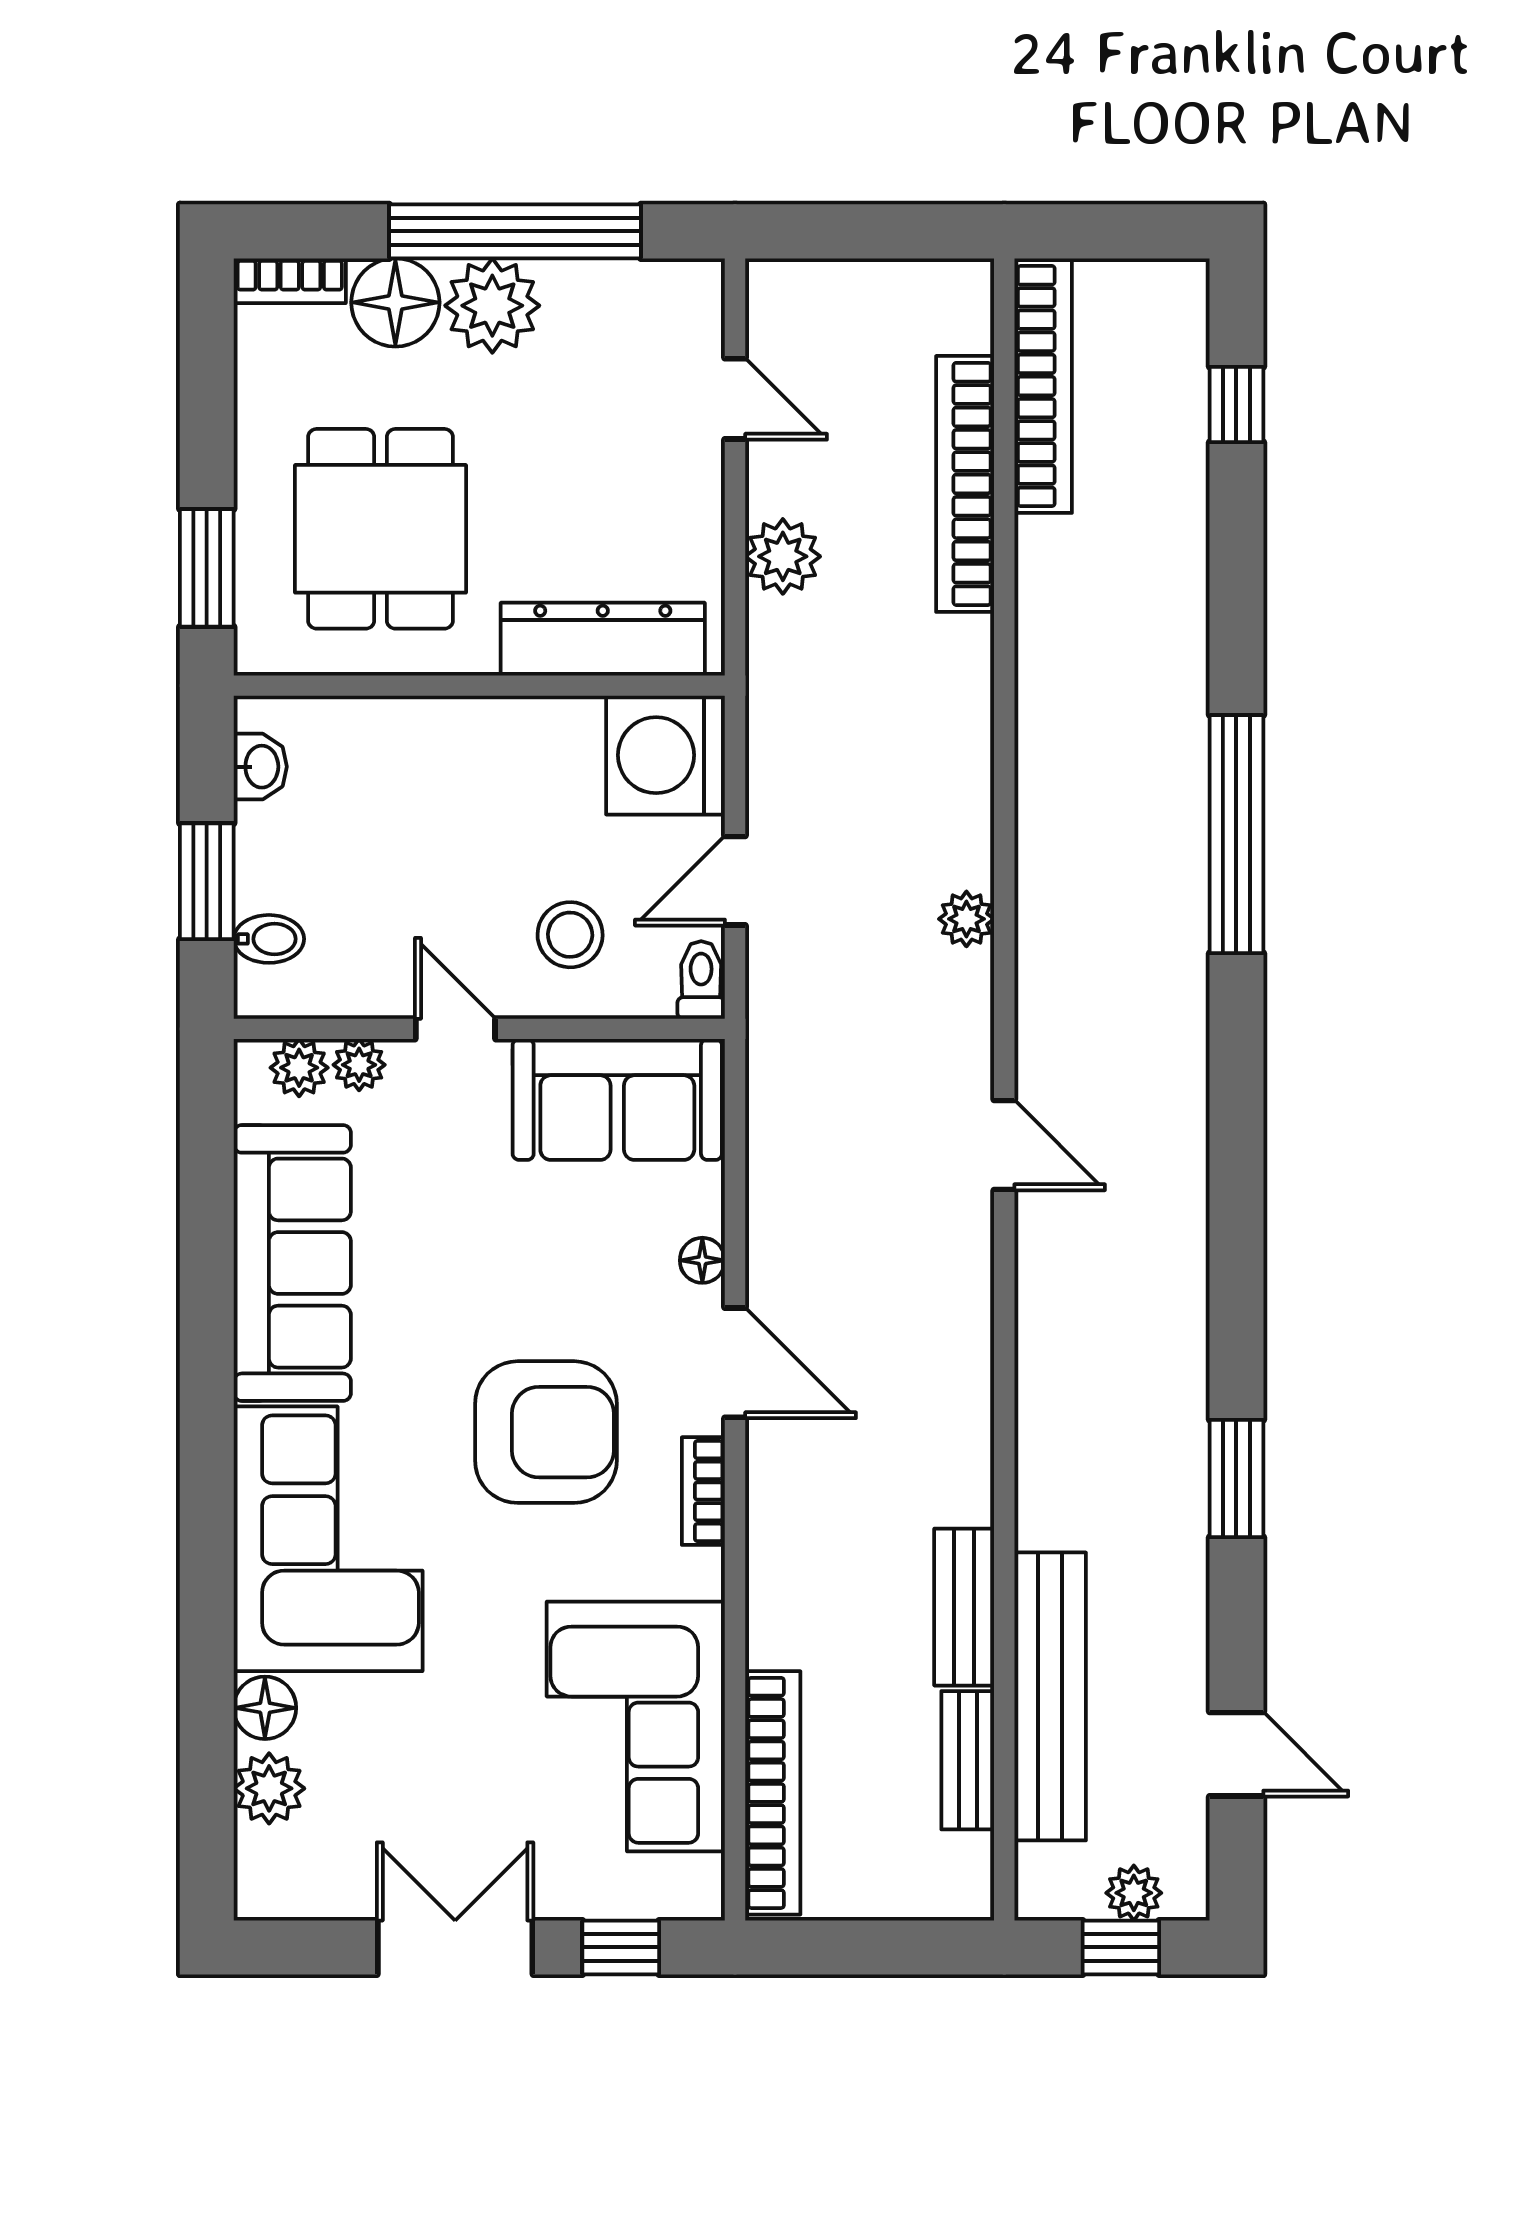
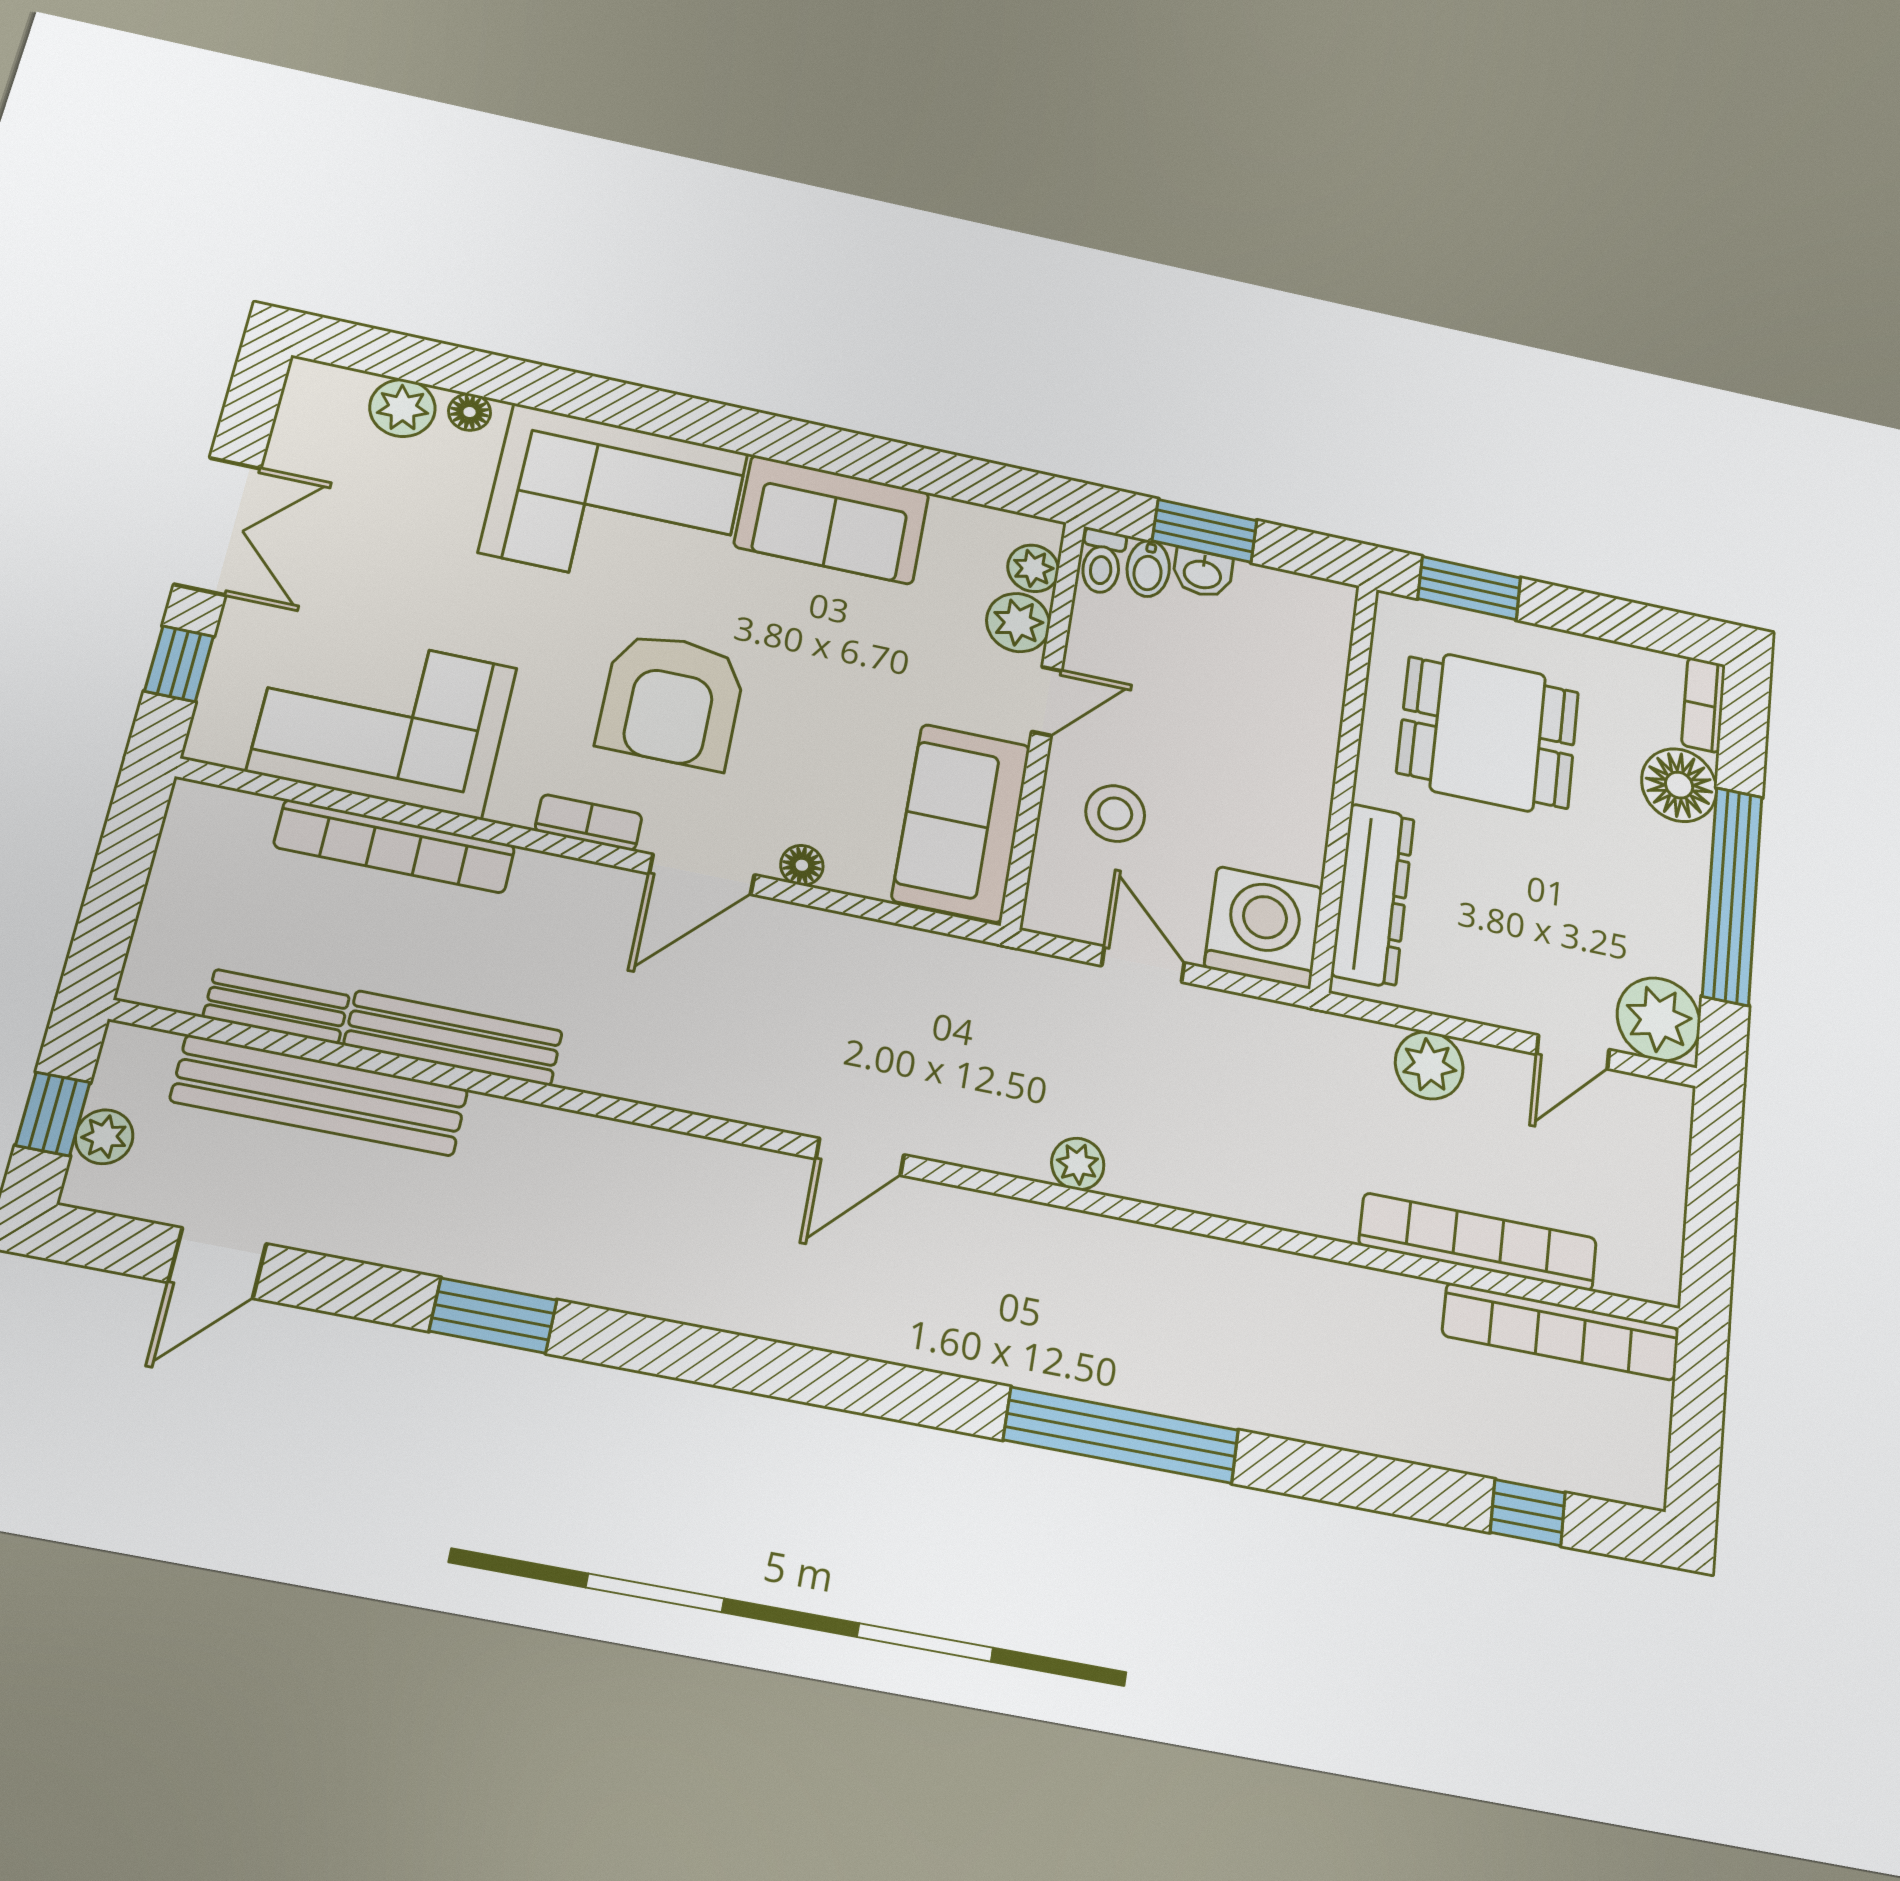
plant: (492, 306) -> (1659, 1019), moved
washbasin: (260, 767) -> (1203, 573), moved
toilet: (701, 980) -> (1102, 561), moved, turned 90
plant: (359, 1065) -> (1018, 623), width x1.38, depth x1.38
sofa: (292, 1263) -> (832, 520), width x0.73
bench: (964, 1607) -> (453, 1038), width x1.36
floor lamp: (265, 1708) -> (470, 412), width x0.73, depth x0.73
bookcase: (773, 1793) -> (395, 846), moved

